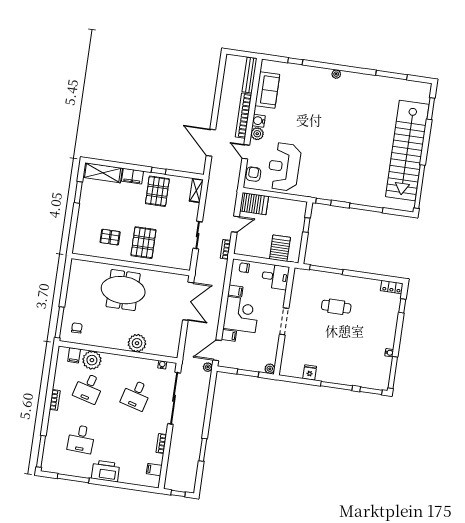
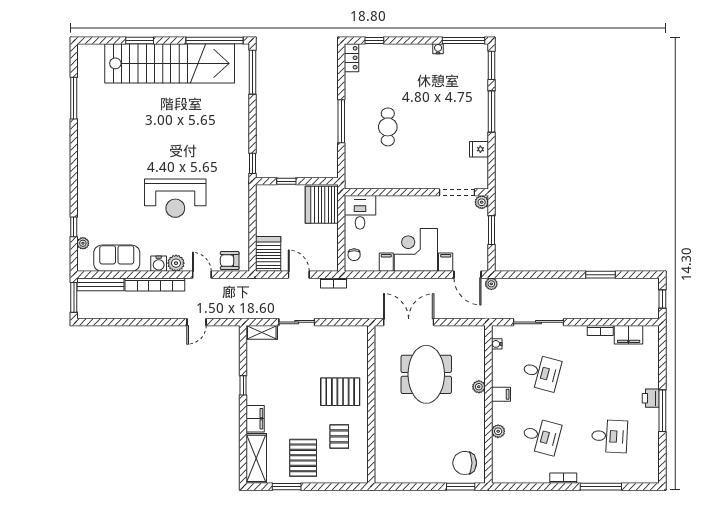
window: (243, 54) -> (74, 297), added
plant: (336, 74) -> (83, 243), moved
window: (431, 109) -> (140, 40), moved
door: (211, 143) -> (197, 322), width x0.53
door: (246, 152) -> (202, 275), swing flipped
reception desk: (284, 167) -> (175, 198), moved
pallet: (157, 191) -> (303, 458), moved, turned 90
window: (366, 208) -> (253, 72), moved
sliding door: (198, 235) -> (297, 322), moved
server rack: (280, 248) -> (322, 205), width x1.60
window: (326, 270) -> (341, 121), moved
meeting table: (123, 290) -> (426, 374), moved
doorway: (284, 321) -> (457, 192), moved
window: (59, 322) -> (461, 487), width x0.69
chair: (77, 328) -> (465, 463), width x1.87, depth x1.87
plant: (137, 343) -> (479, 387), width x0.53, depth x0.53
filing cabinet: (74, 355) -> (501, 394), moved
plant: (92, 360) -> (498, 431), width x0.53, depth x0.53
sliding door: (174, 398) -> (538, 322), width x0.73
window: (41, 451) -> (601, 487), moved
filing cabinet: (154, 470) -> (629, 335), width x2.00
printer: (106, 471) -> (651, 398), width x0.53, depth x0.68
window: (73, 478) -> (662, 411), moved

